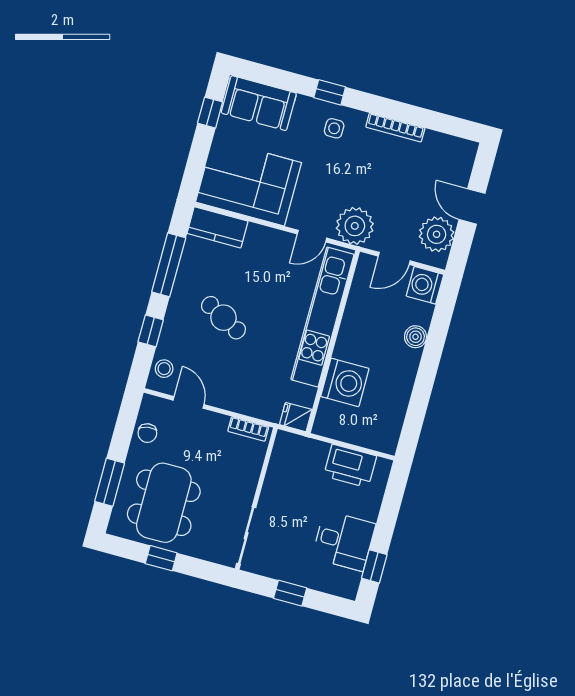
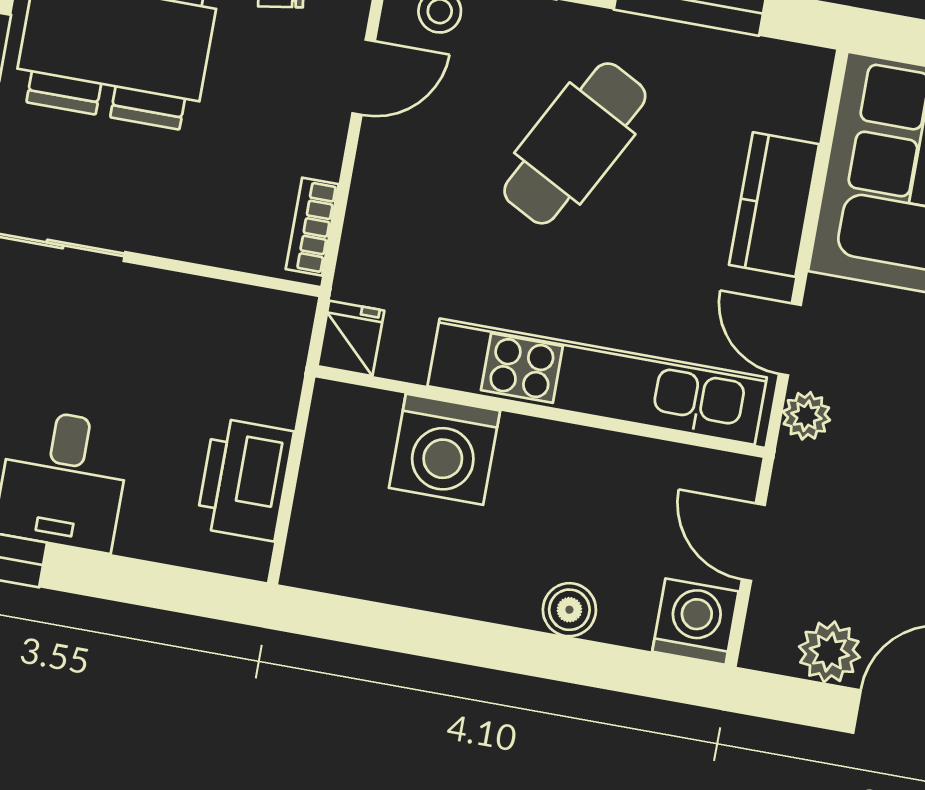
plant: (355, 226) -> (806, 416), width x0.53, depth x0.53
kitchen counter: (218, 227) -> (774, 205), moved
plant: (437, 234) -> (829, 652), width x0.73, depth x0.73
cafe table: (223, 318) -> (575, 143), width x1.37, depth x1.35

